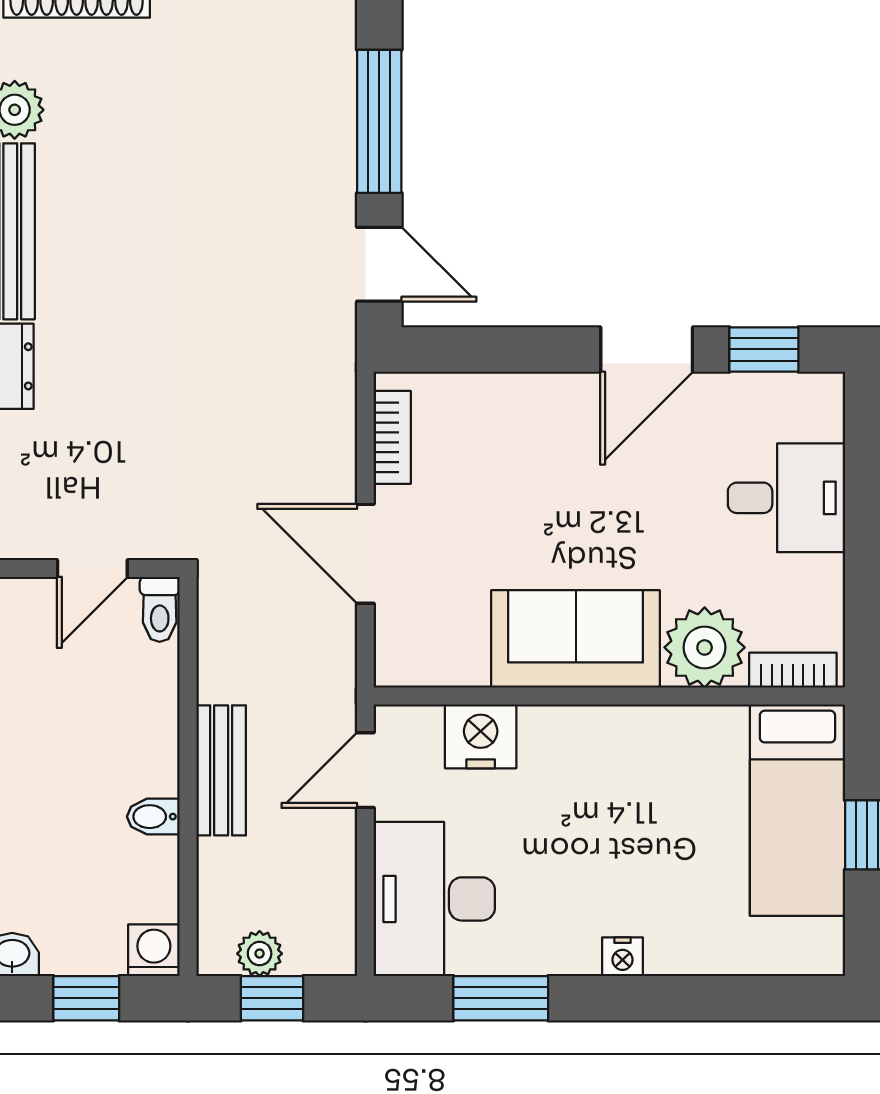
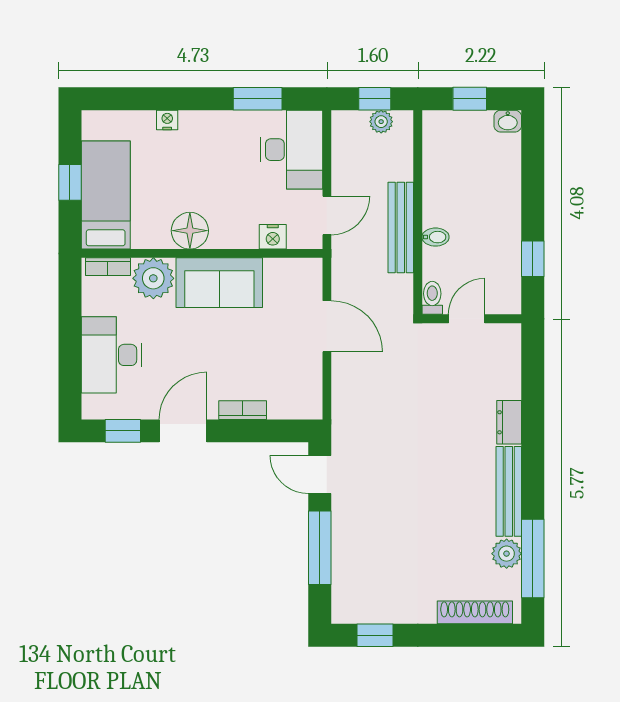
bookcase: (392, 437) -> (243, 410), moved, turned 90
desk: (786, 498) -> (111, 355), width x1.37
nightstand: (481, 736) -> (273, 237), width x0.74, depth x0.75
floor lamp: (633, 740) -> (190, 231), added
bench: (221, 770) -> (401, 227), width x1.36
bidet: (153, 817) -> (435, 237), moved
washing machine: (154, 950) -> (435, 123), removed
nightstand: (623, 957) -> (167, 120), moved

